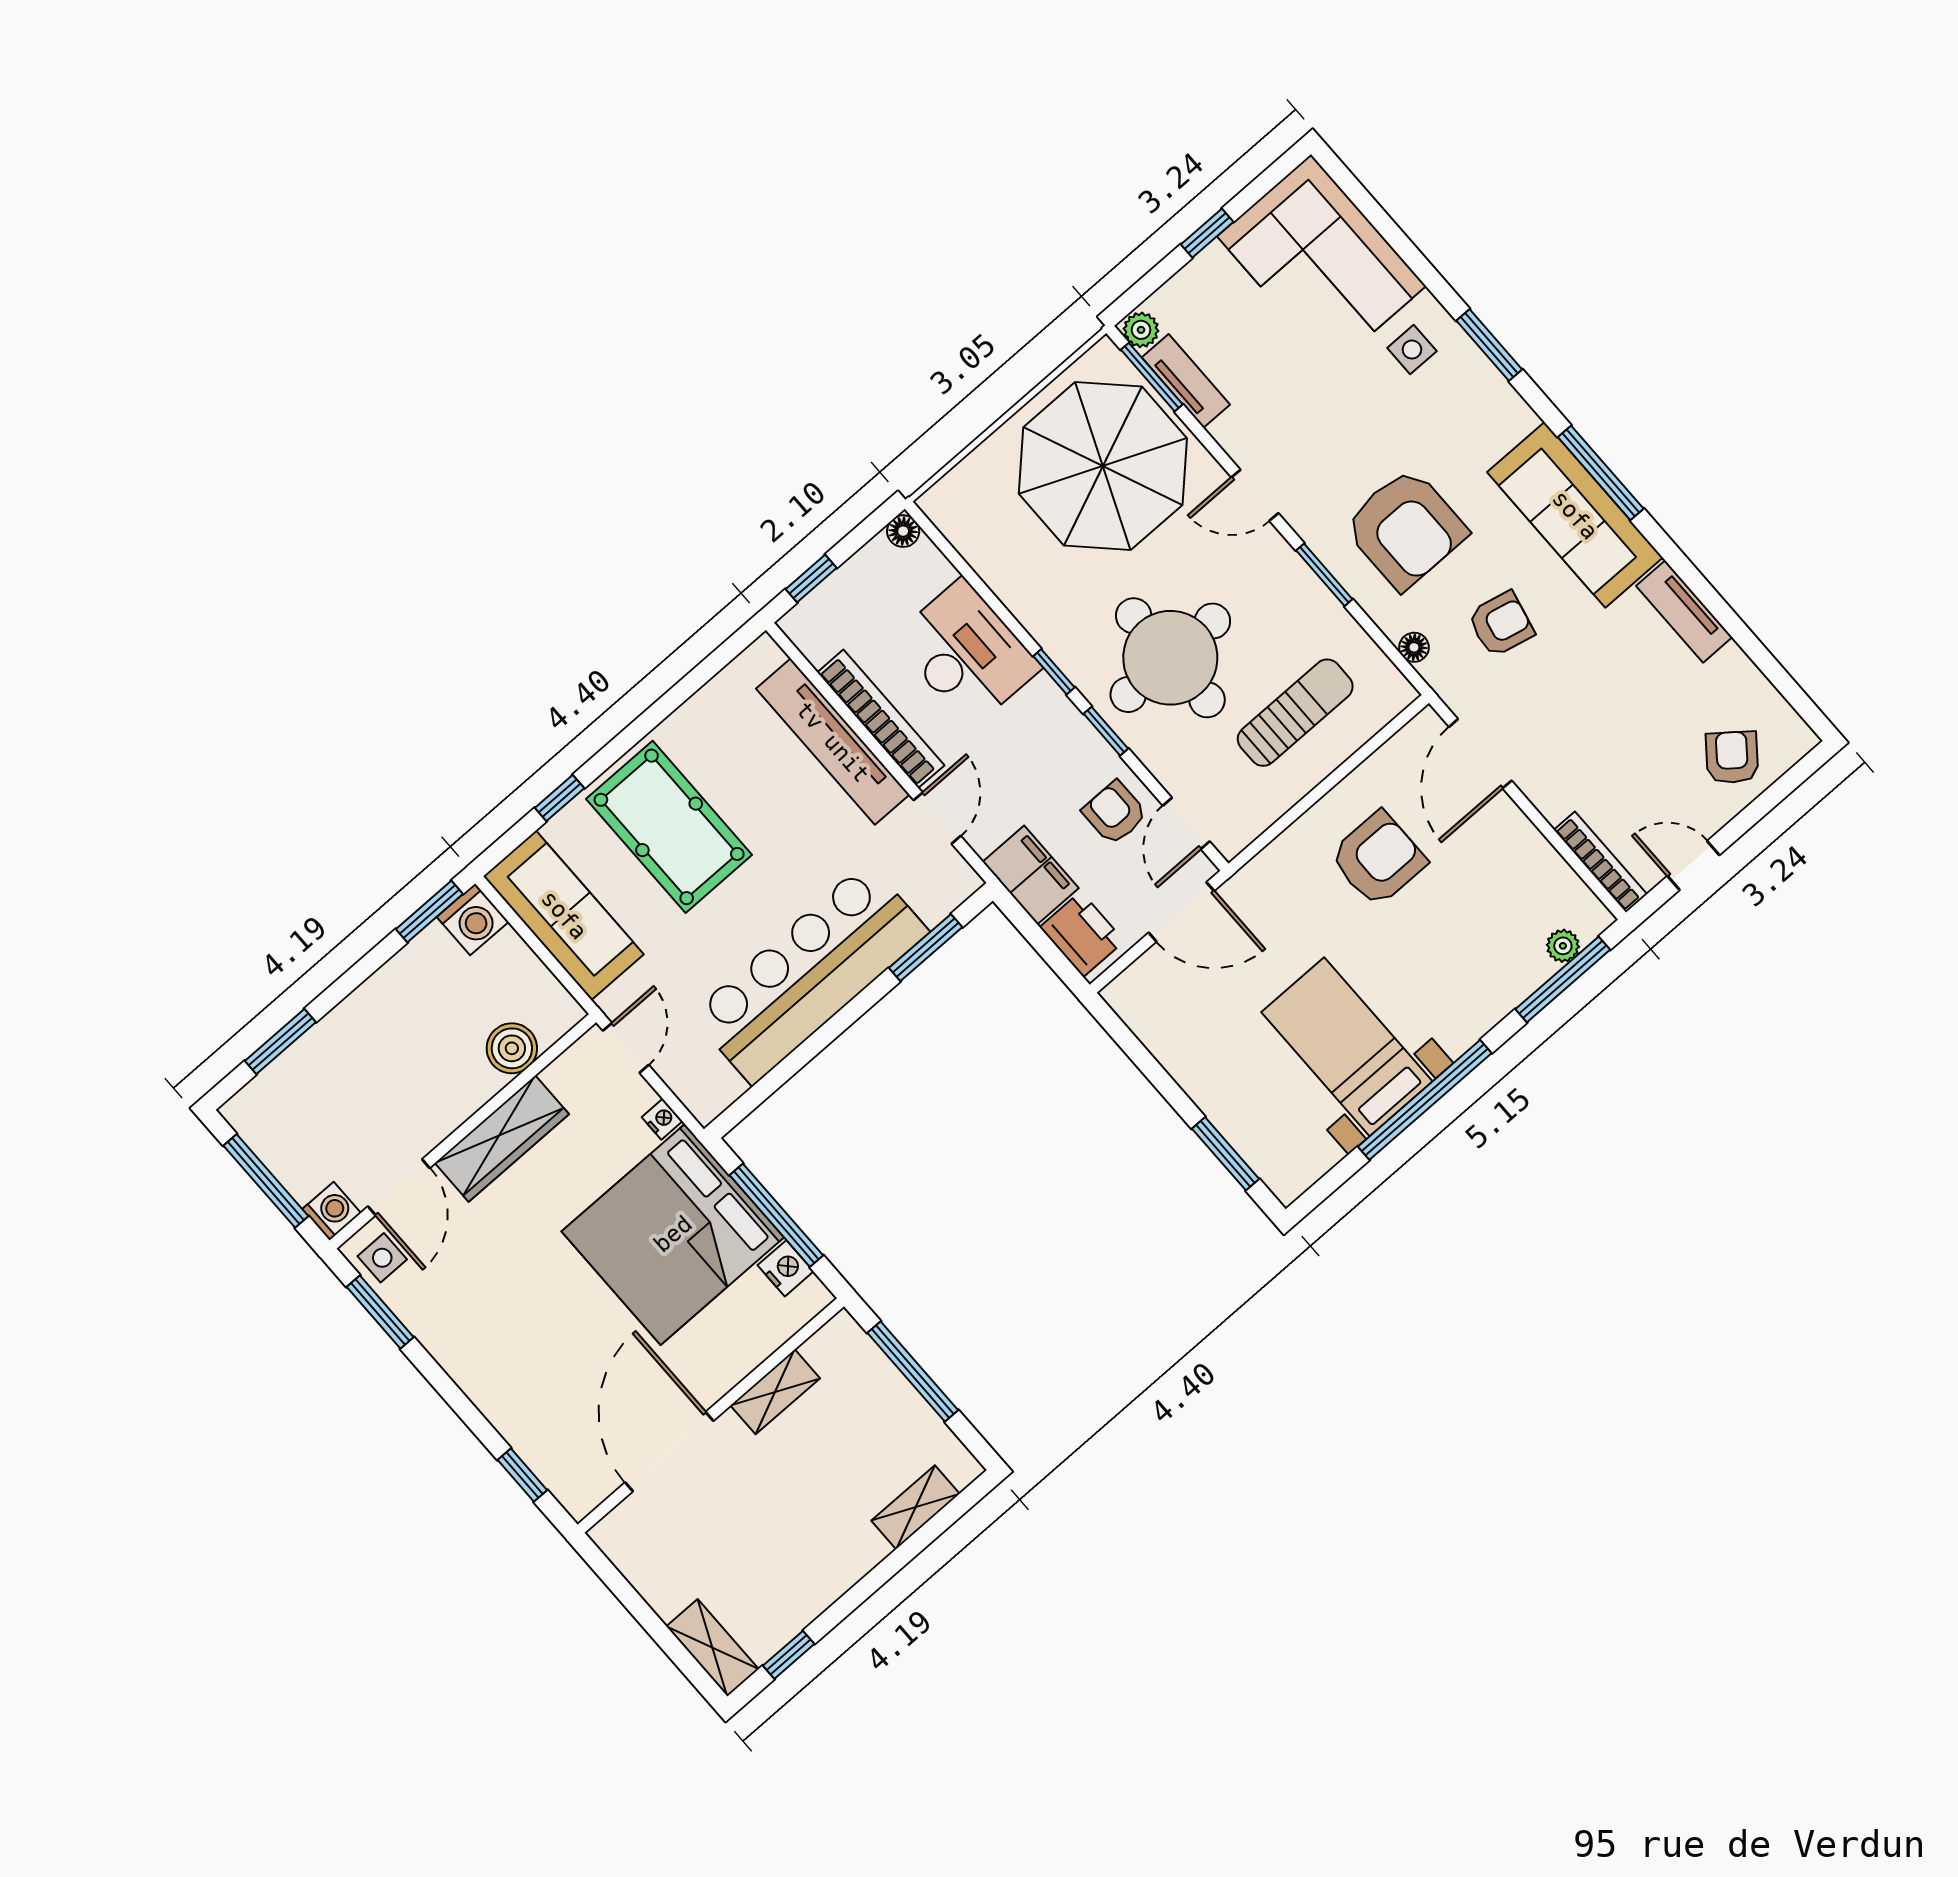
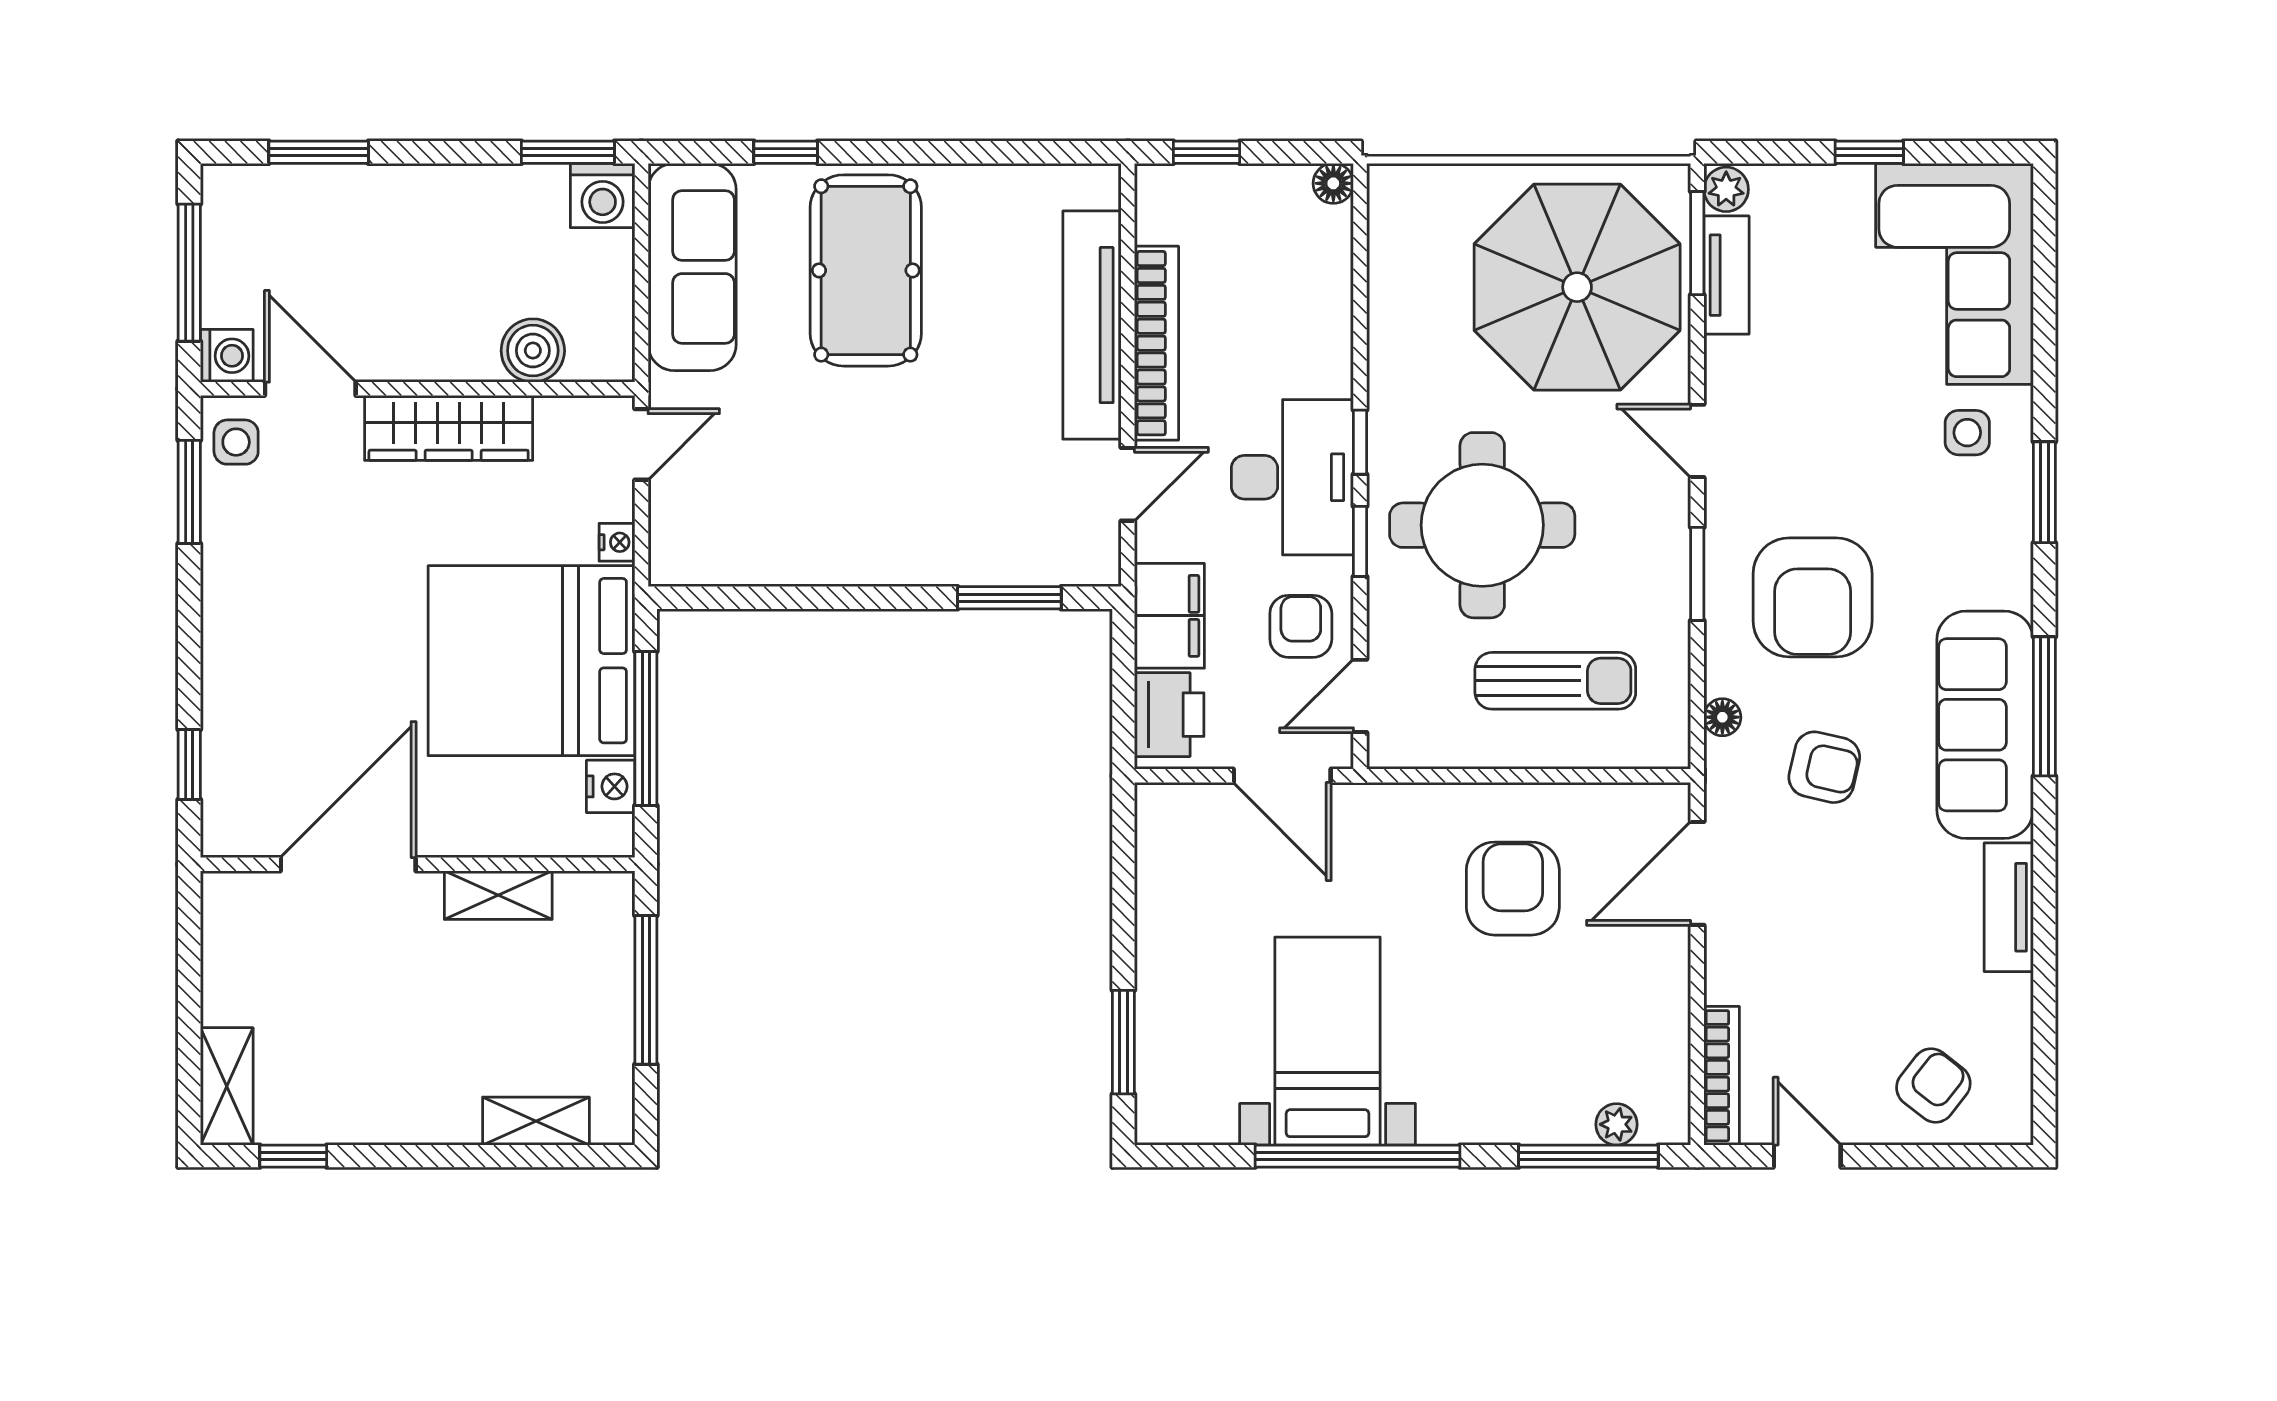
desk: (966, 653) -> (1292, 477), moved
armchair: (1378, 859) -> (1513, 889), turned -90
bar counter: (810, 973) -> (878, 526), removed
door: (399, 1187) -> (310, 389), swing flipped

